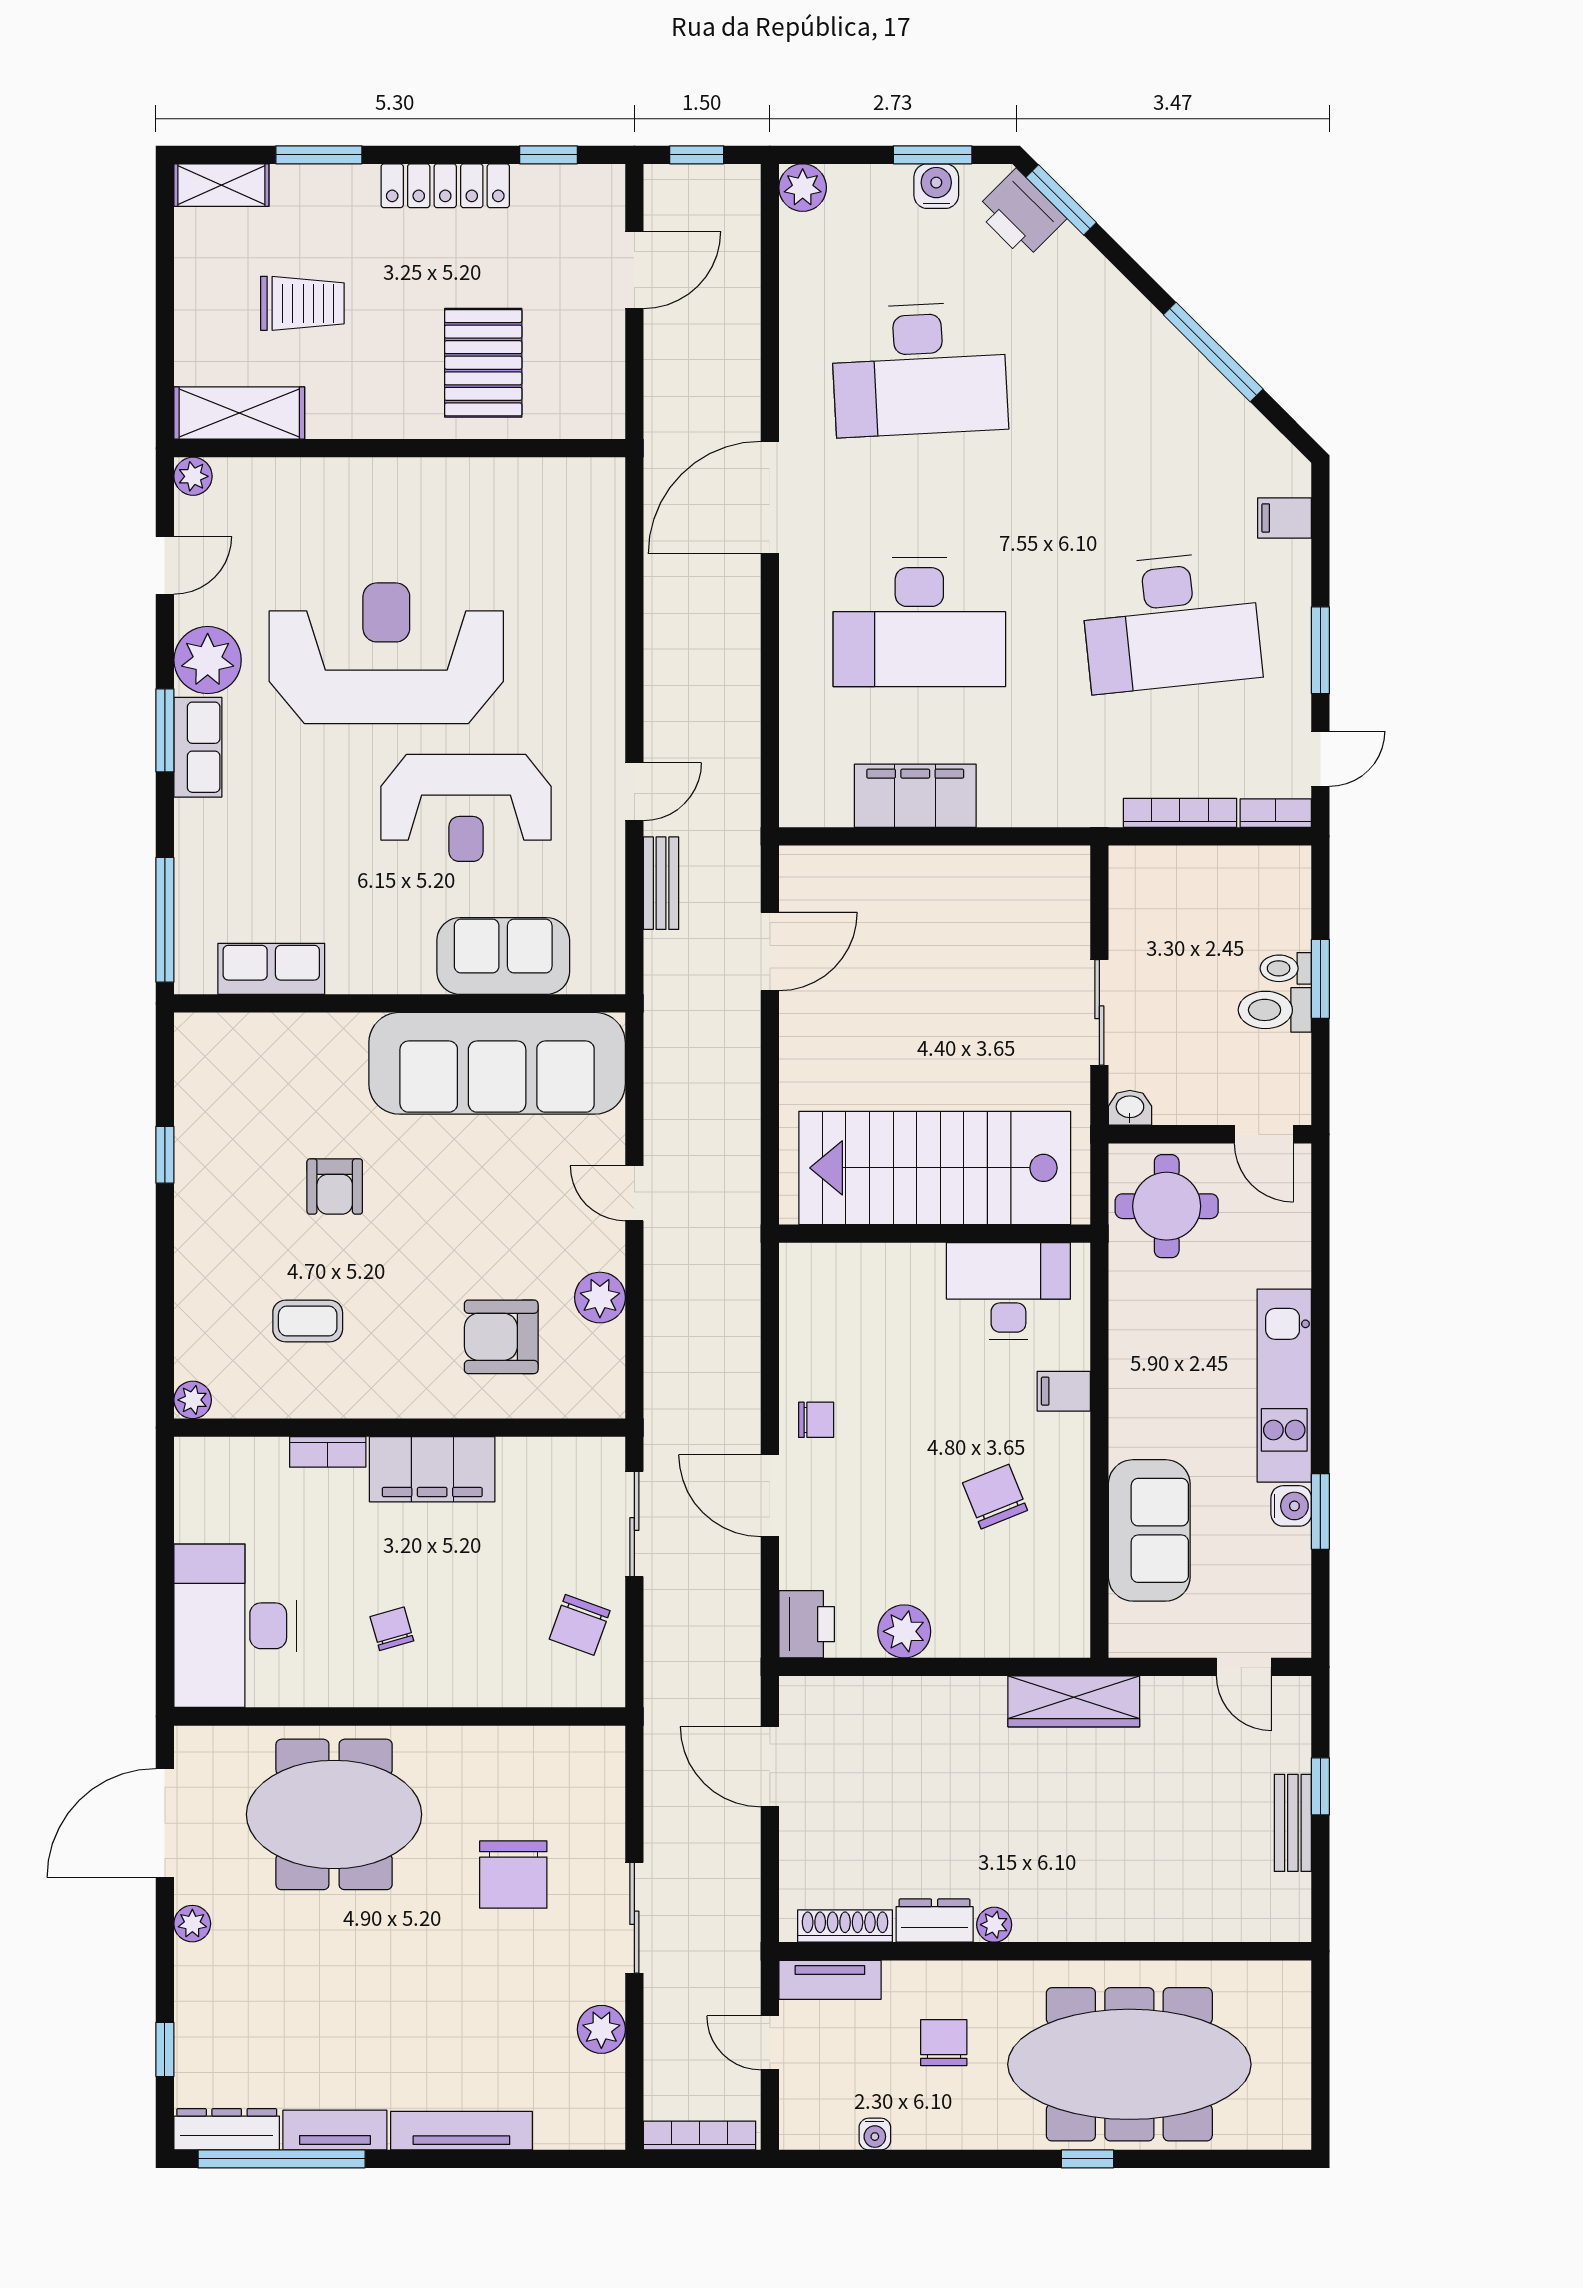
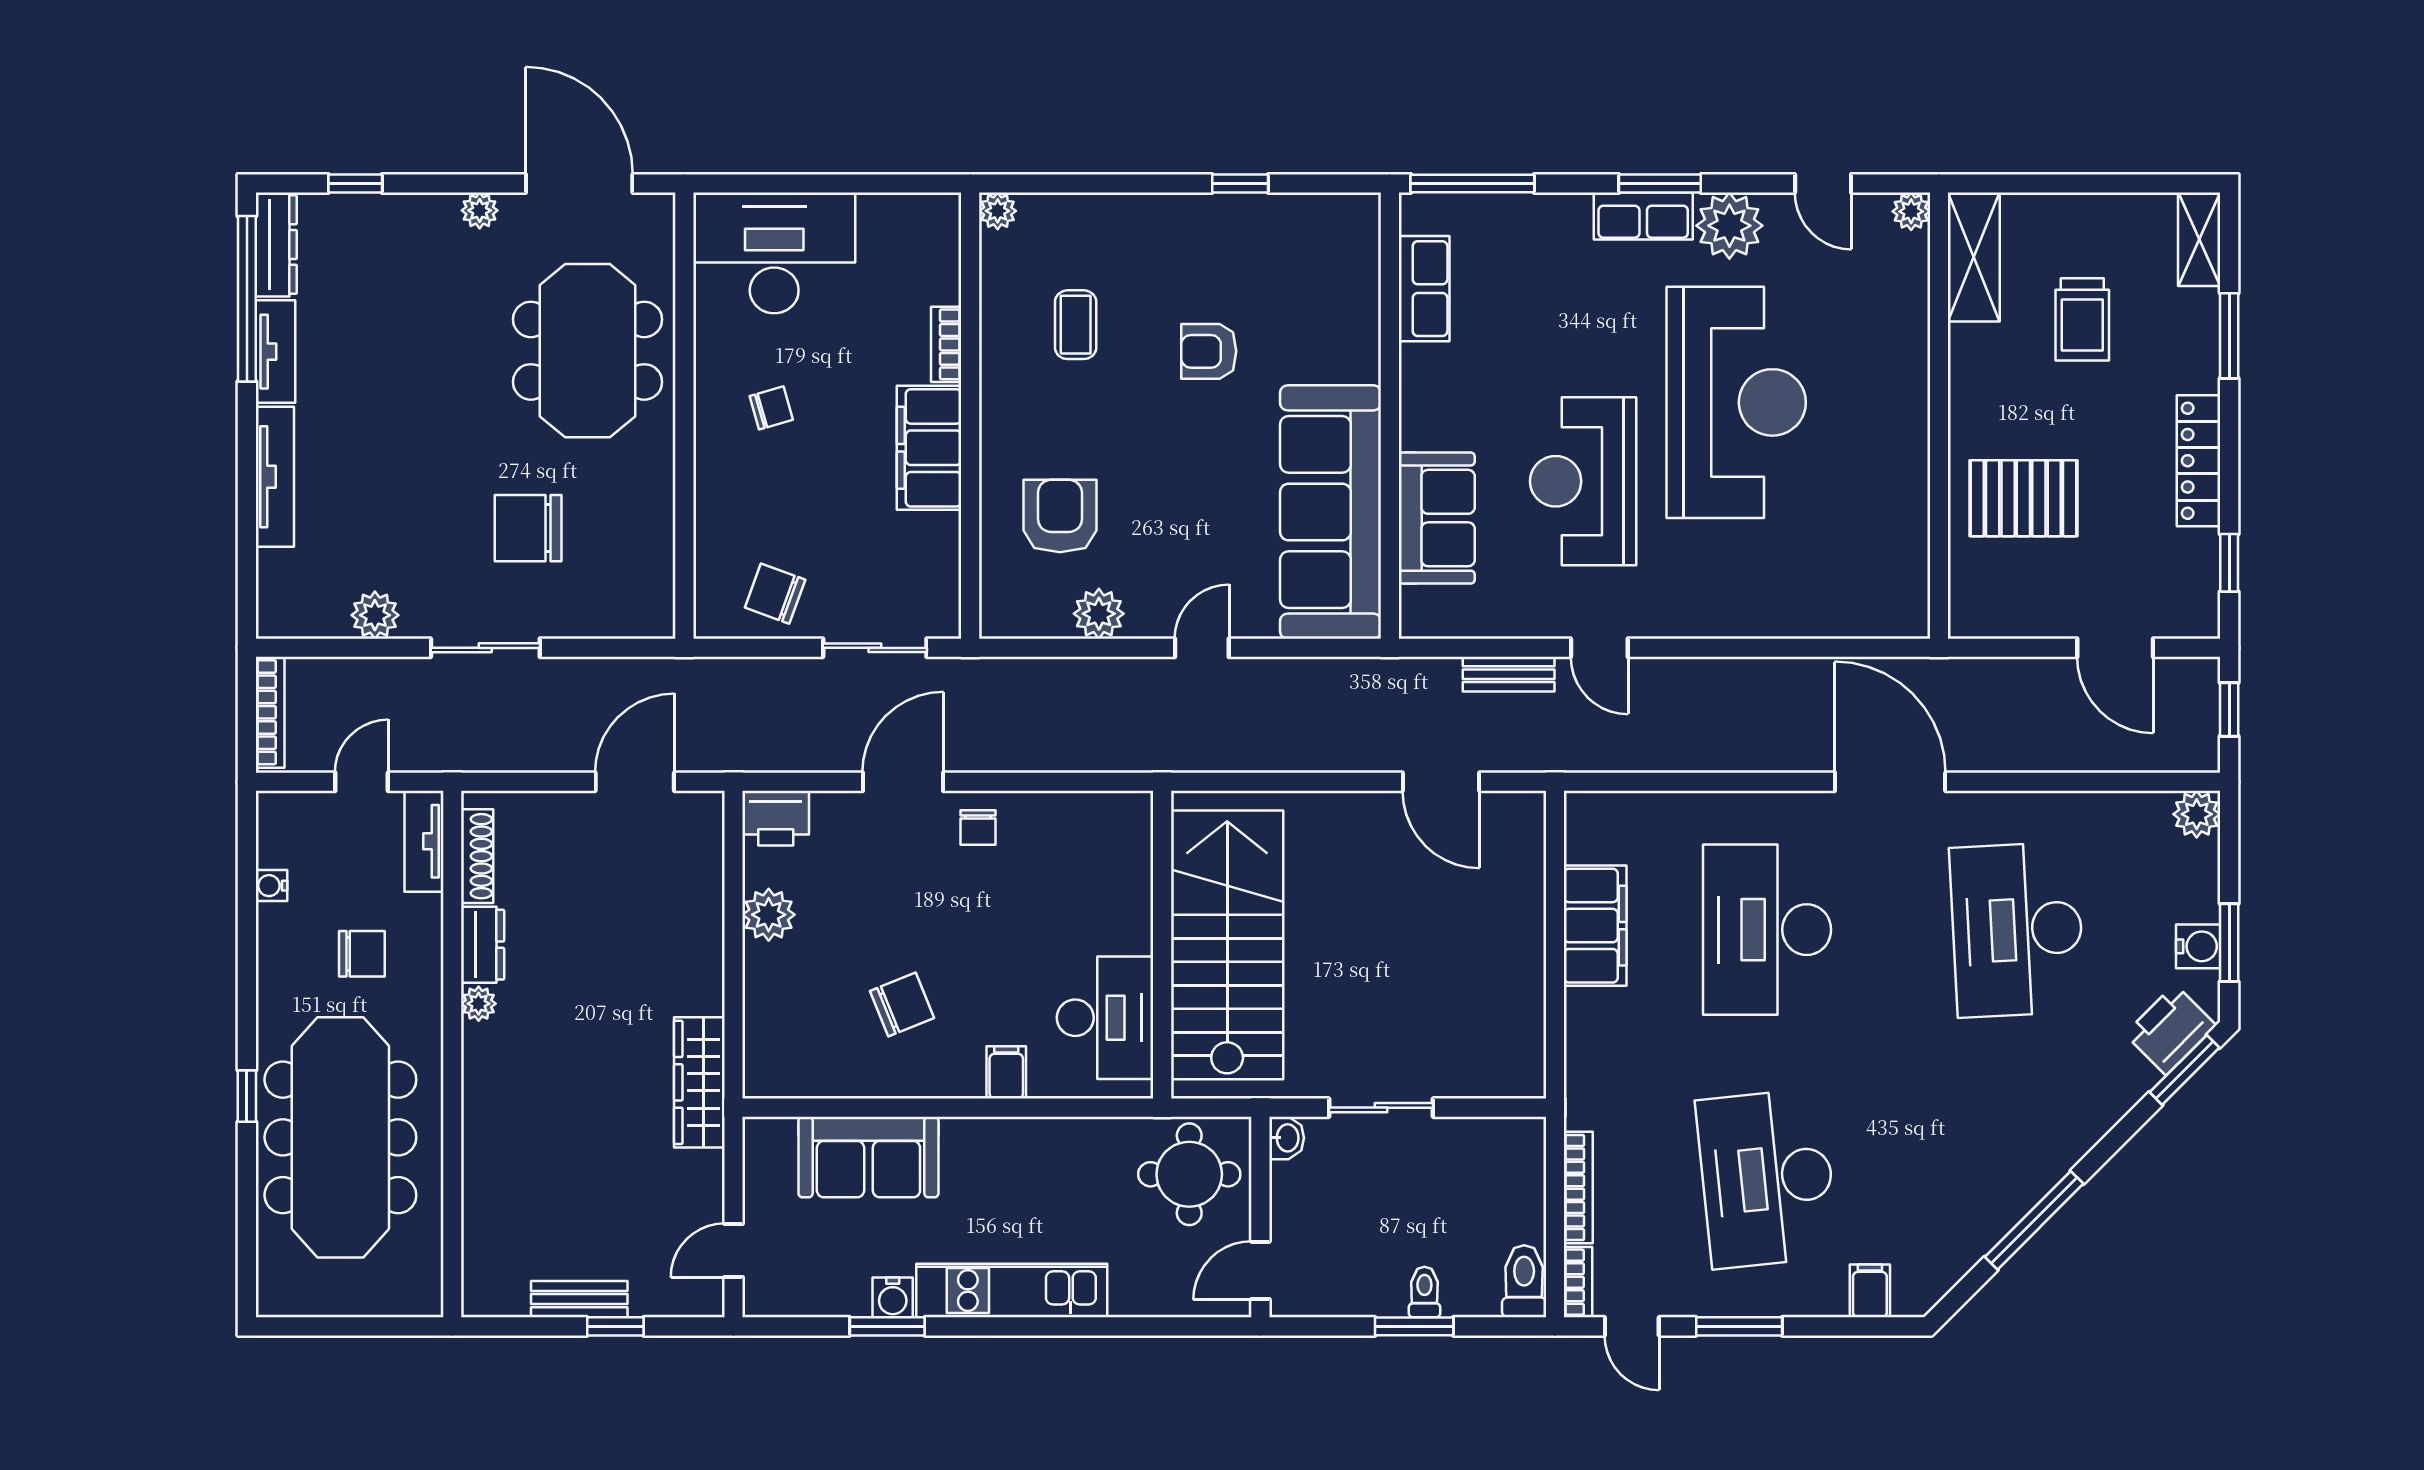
toilet: (1275, 1010) -> (1524, 1281), moved

